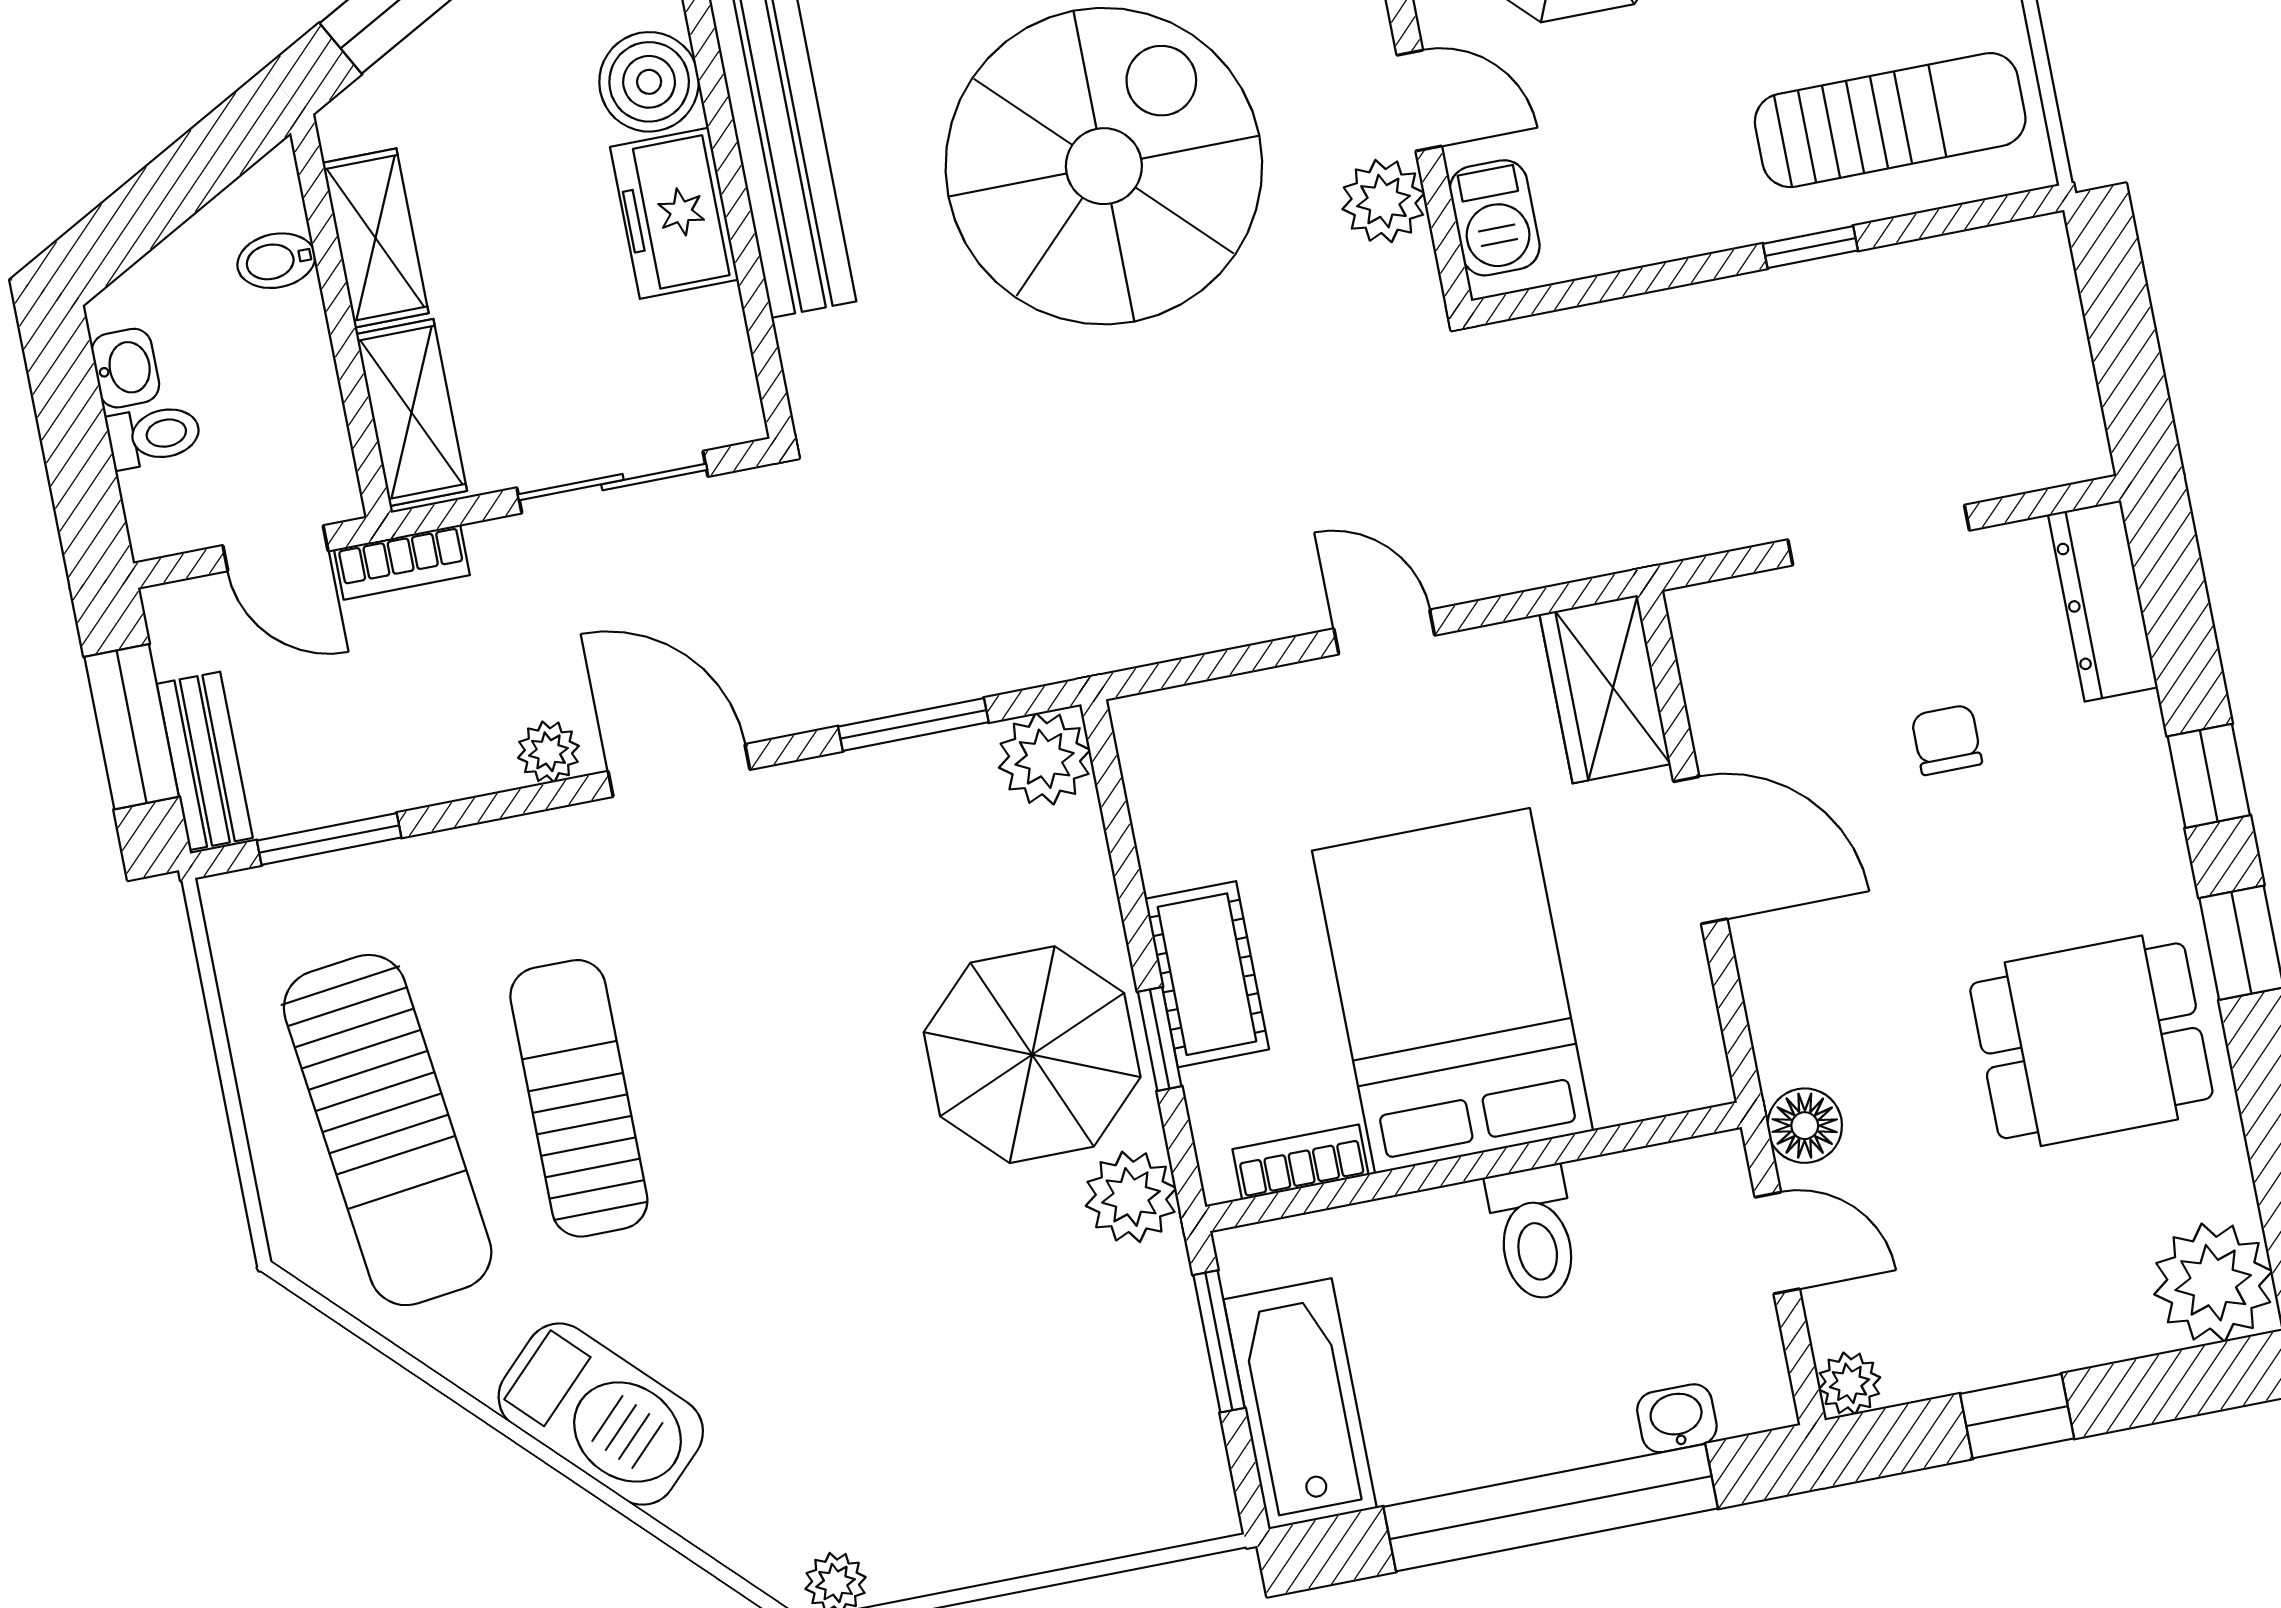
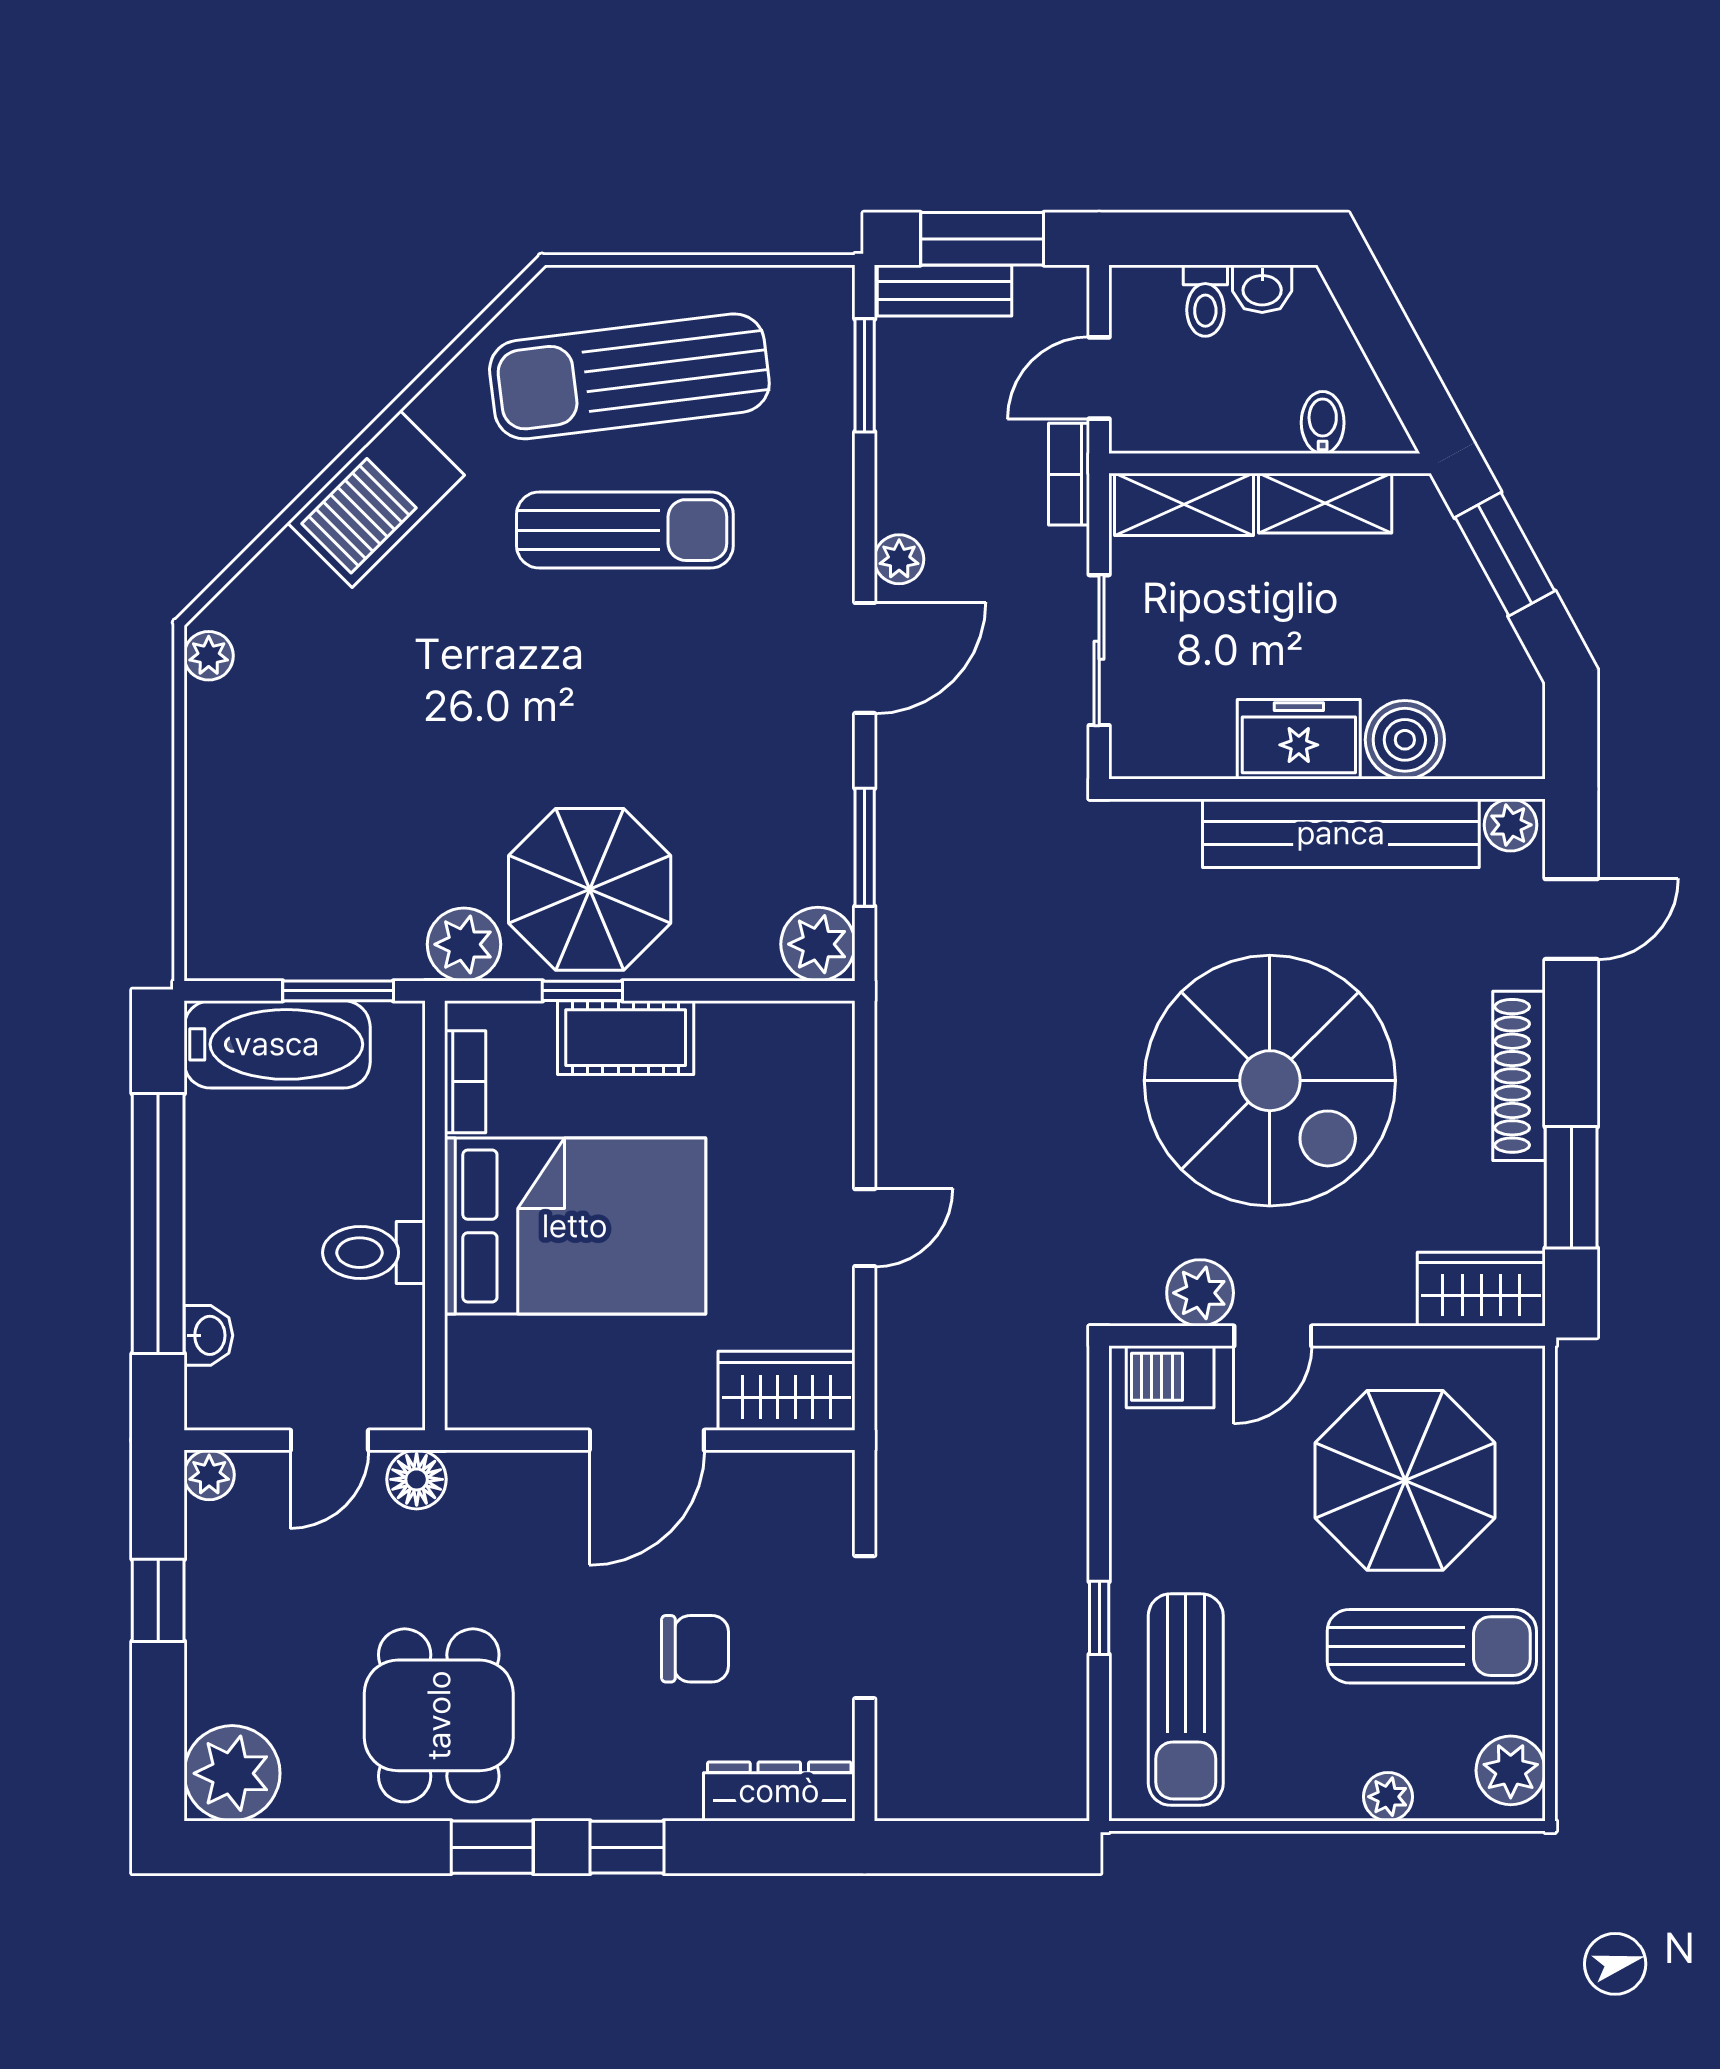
chair: (1947, 740) -> (695, 1649), width x1.37, depth x1.37

